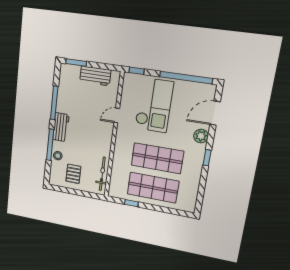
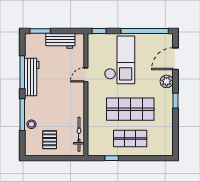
workbench: (61, 127) -> (32, 77), moved, width x1.38
shop shelf: (153, 188) -> (130, 138), width x0.70, depth x0.74

